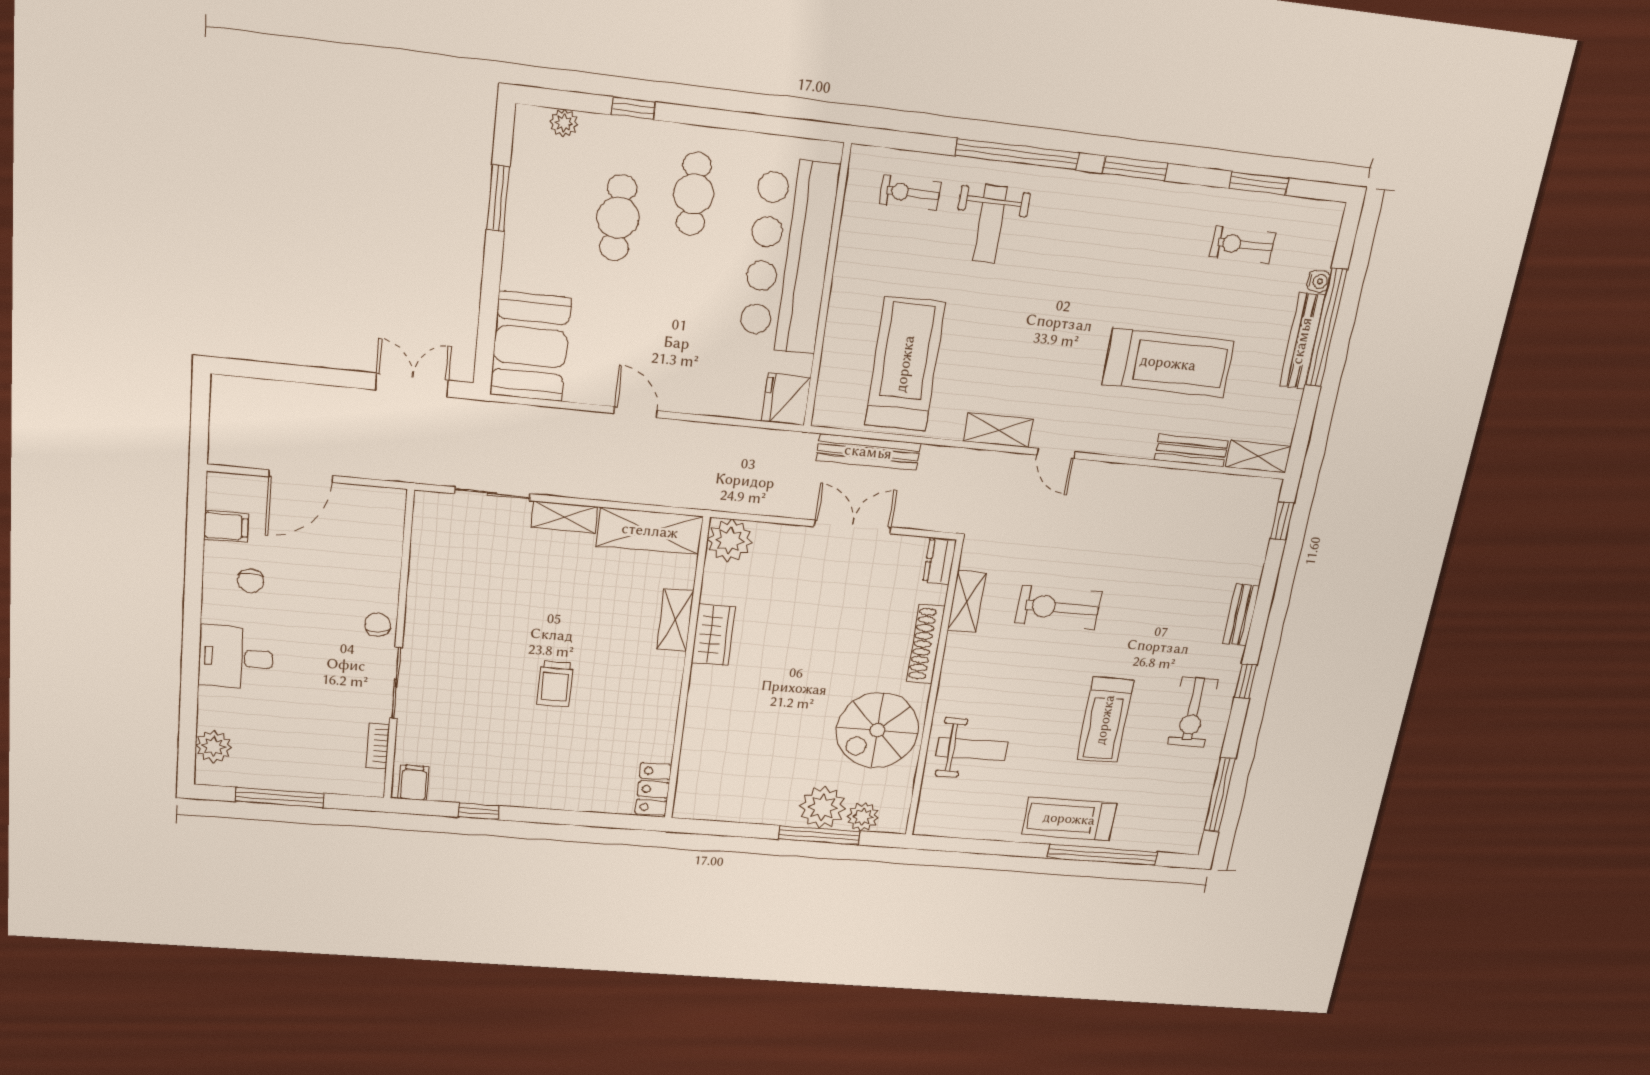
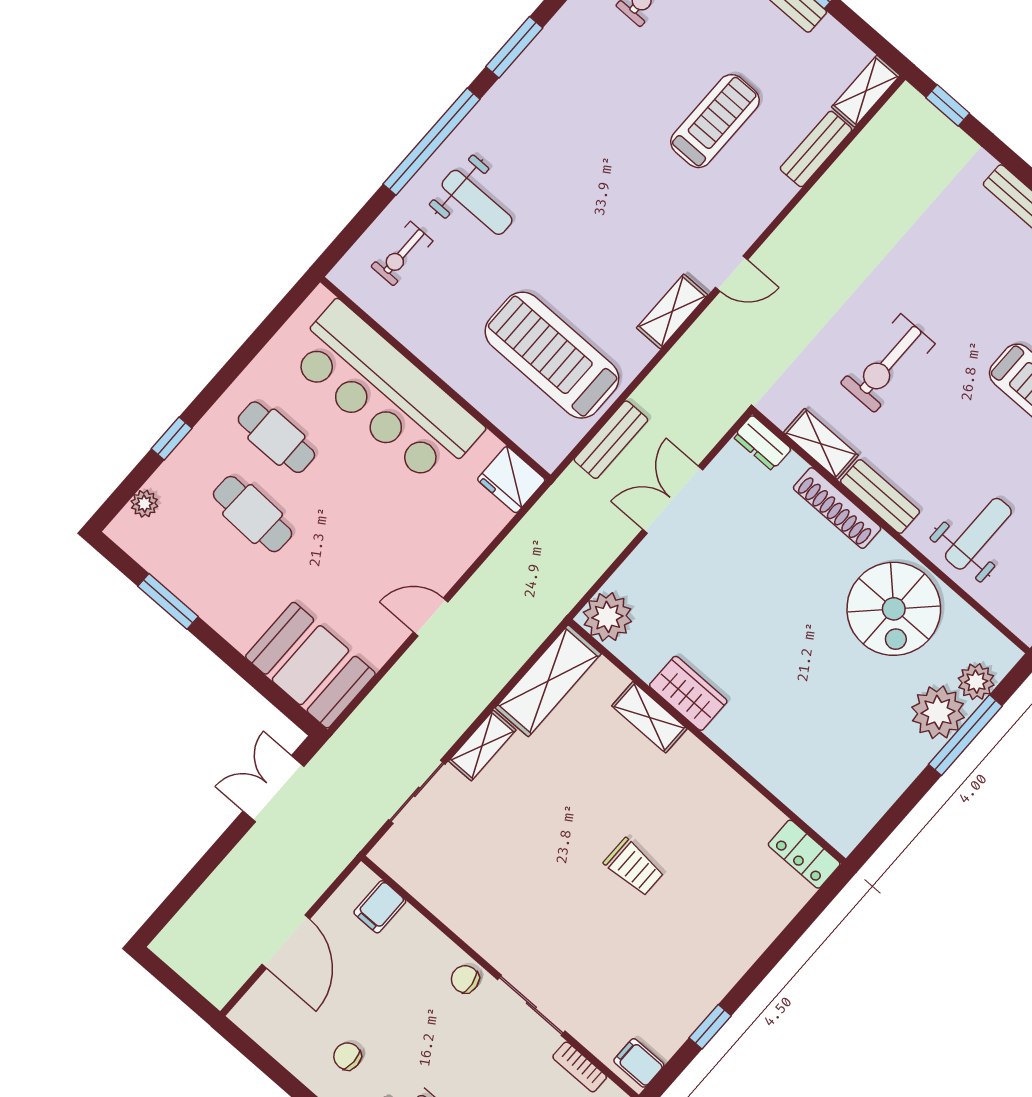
treadmill: (1168, 363) -> (715, 121), width x0.73, depth x0.73
bench: (868, 452) -> (611, 440), width x0.73
filing cabinet: (226, 526) -> (380, 907), moved, turned 180
chair: (251, 581) -> (347, 1056), turned 180
bench: (955, 667) -> (880, 496), added

